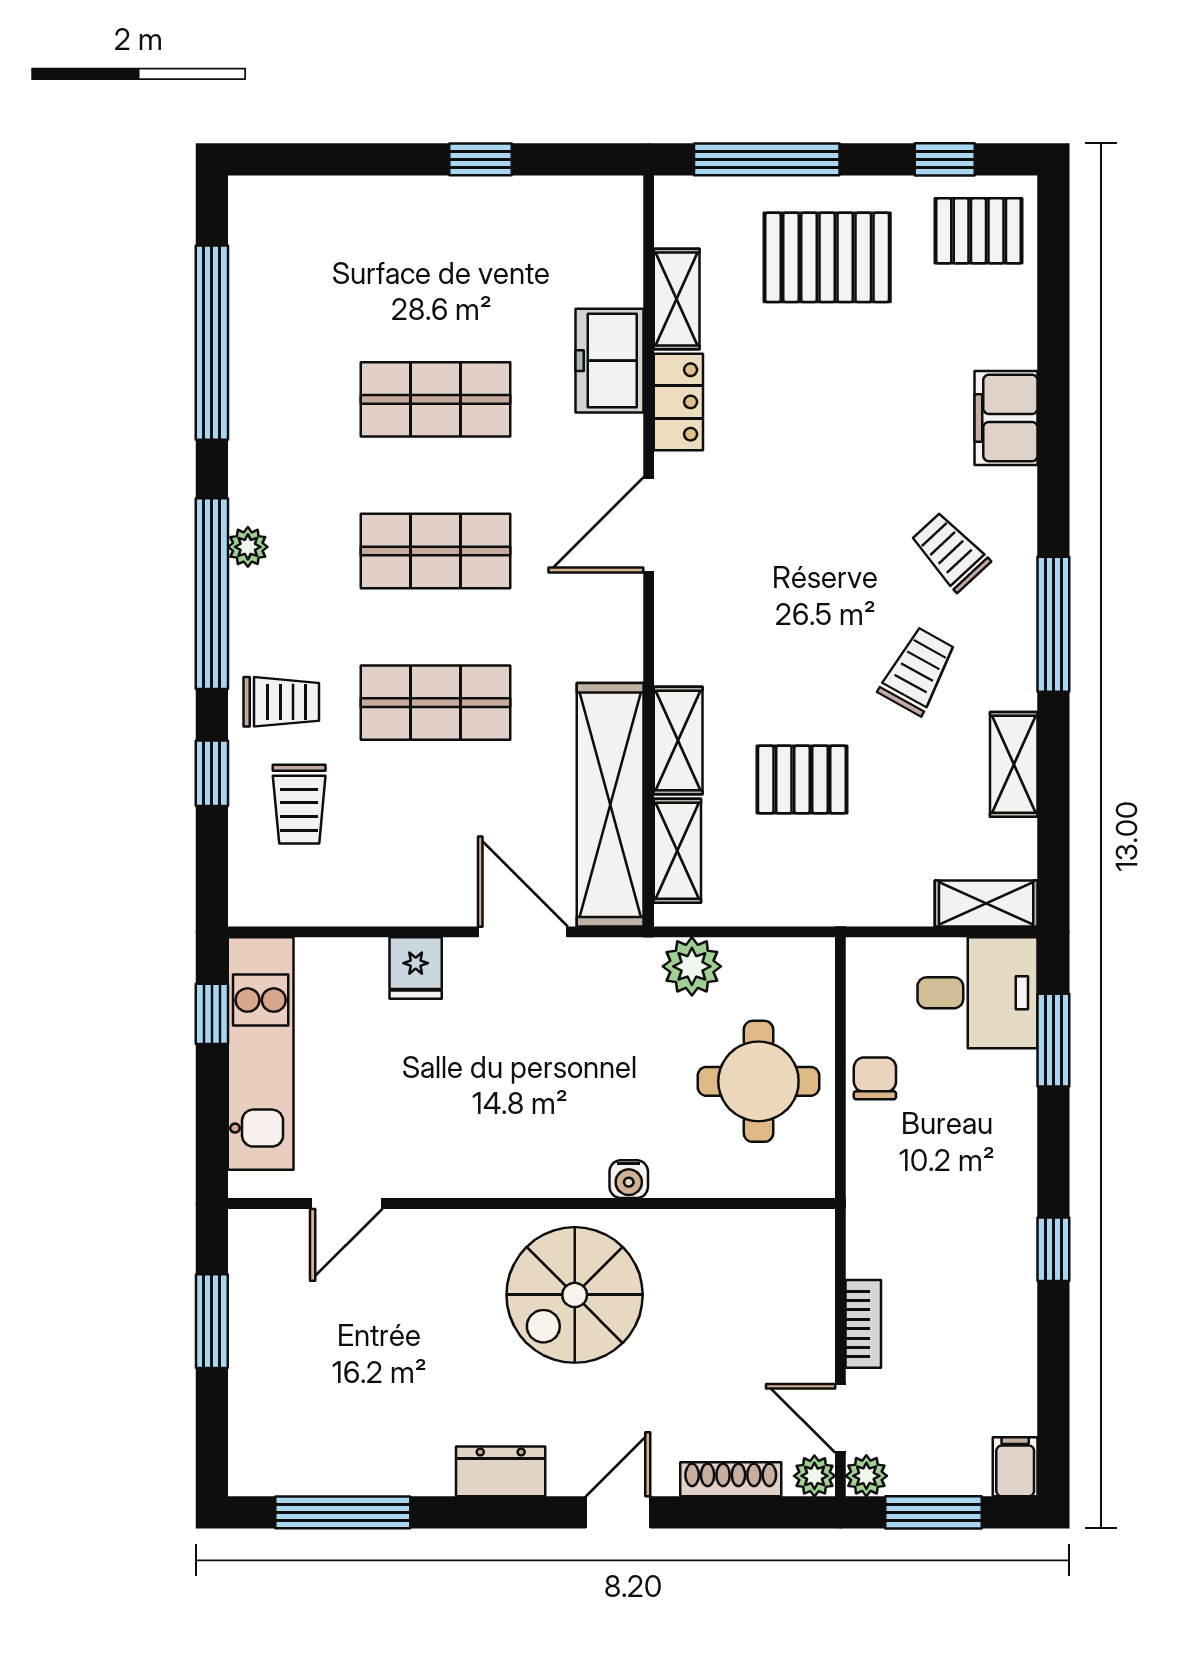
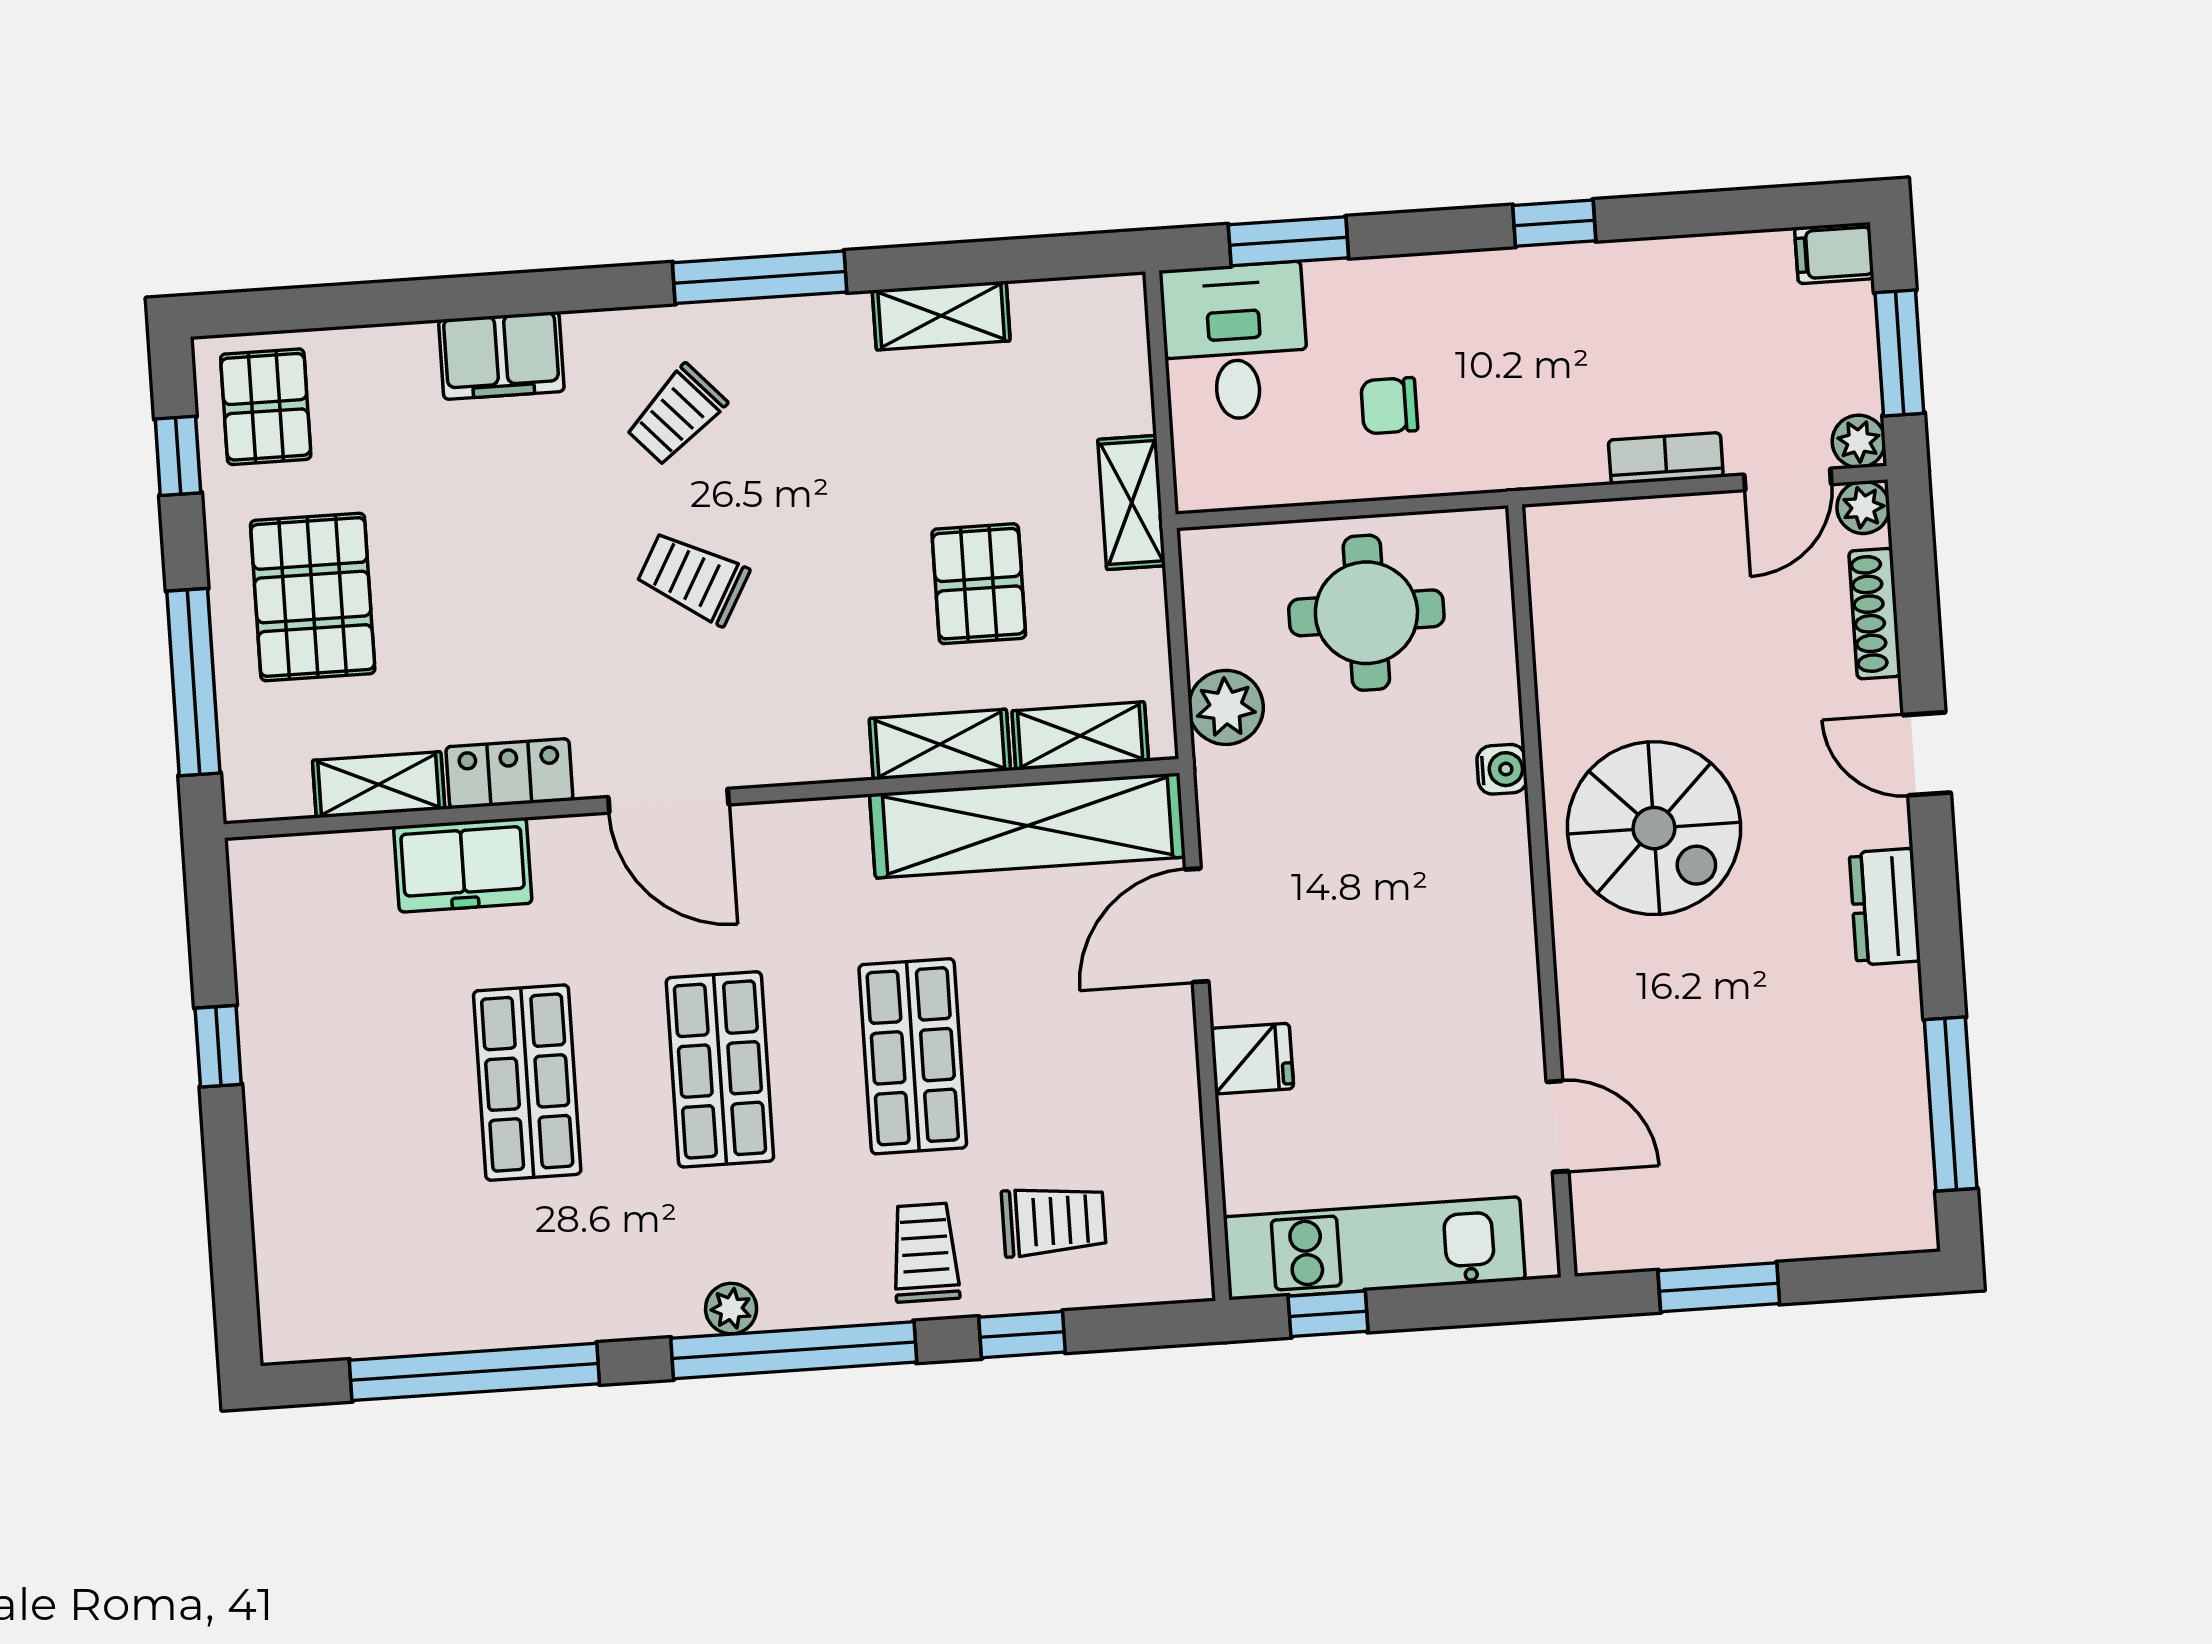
trolley: (918, 671) -> (693, 578), moved
shelving: (986, 903) -> (1132, 503), moved
chair: (875, 1078) -> (1389, 406), moved

